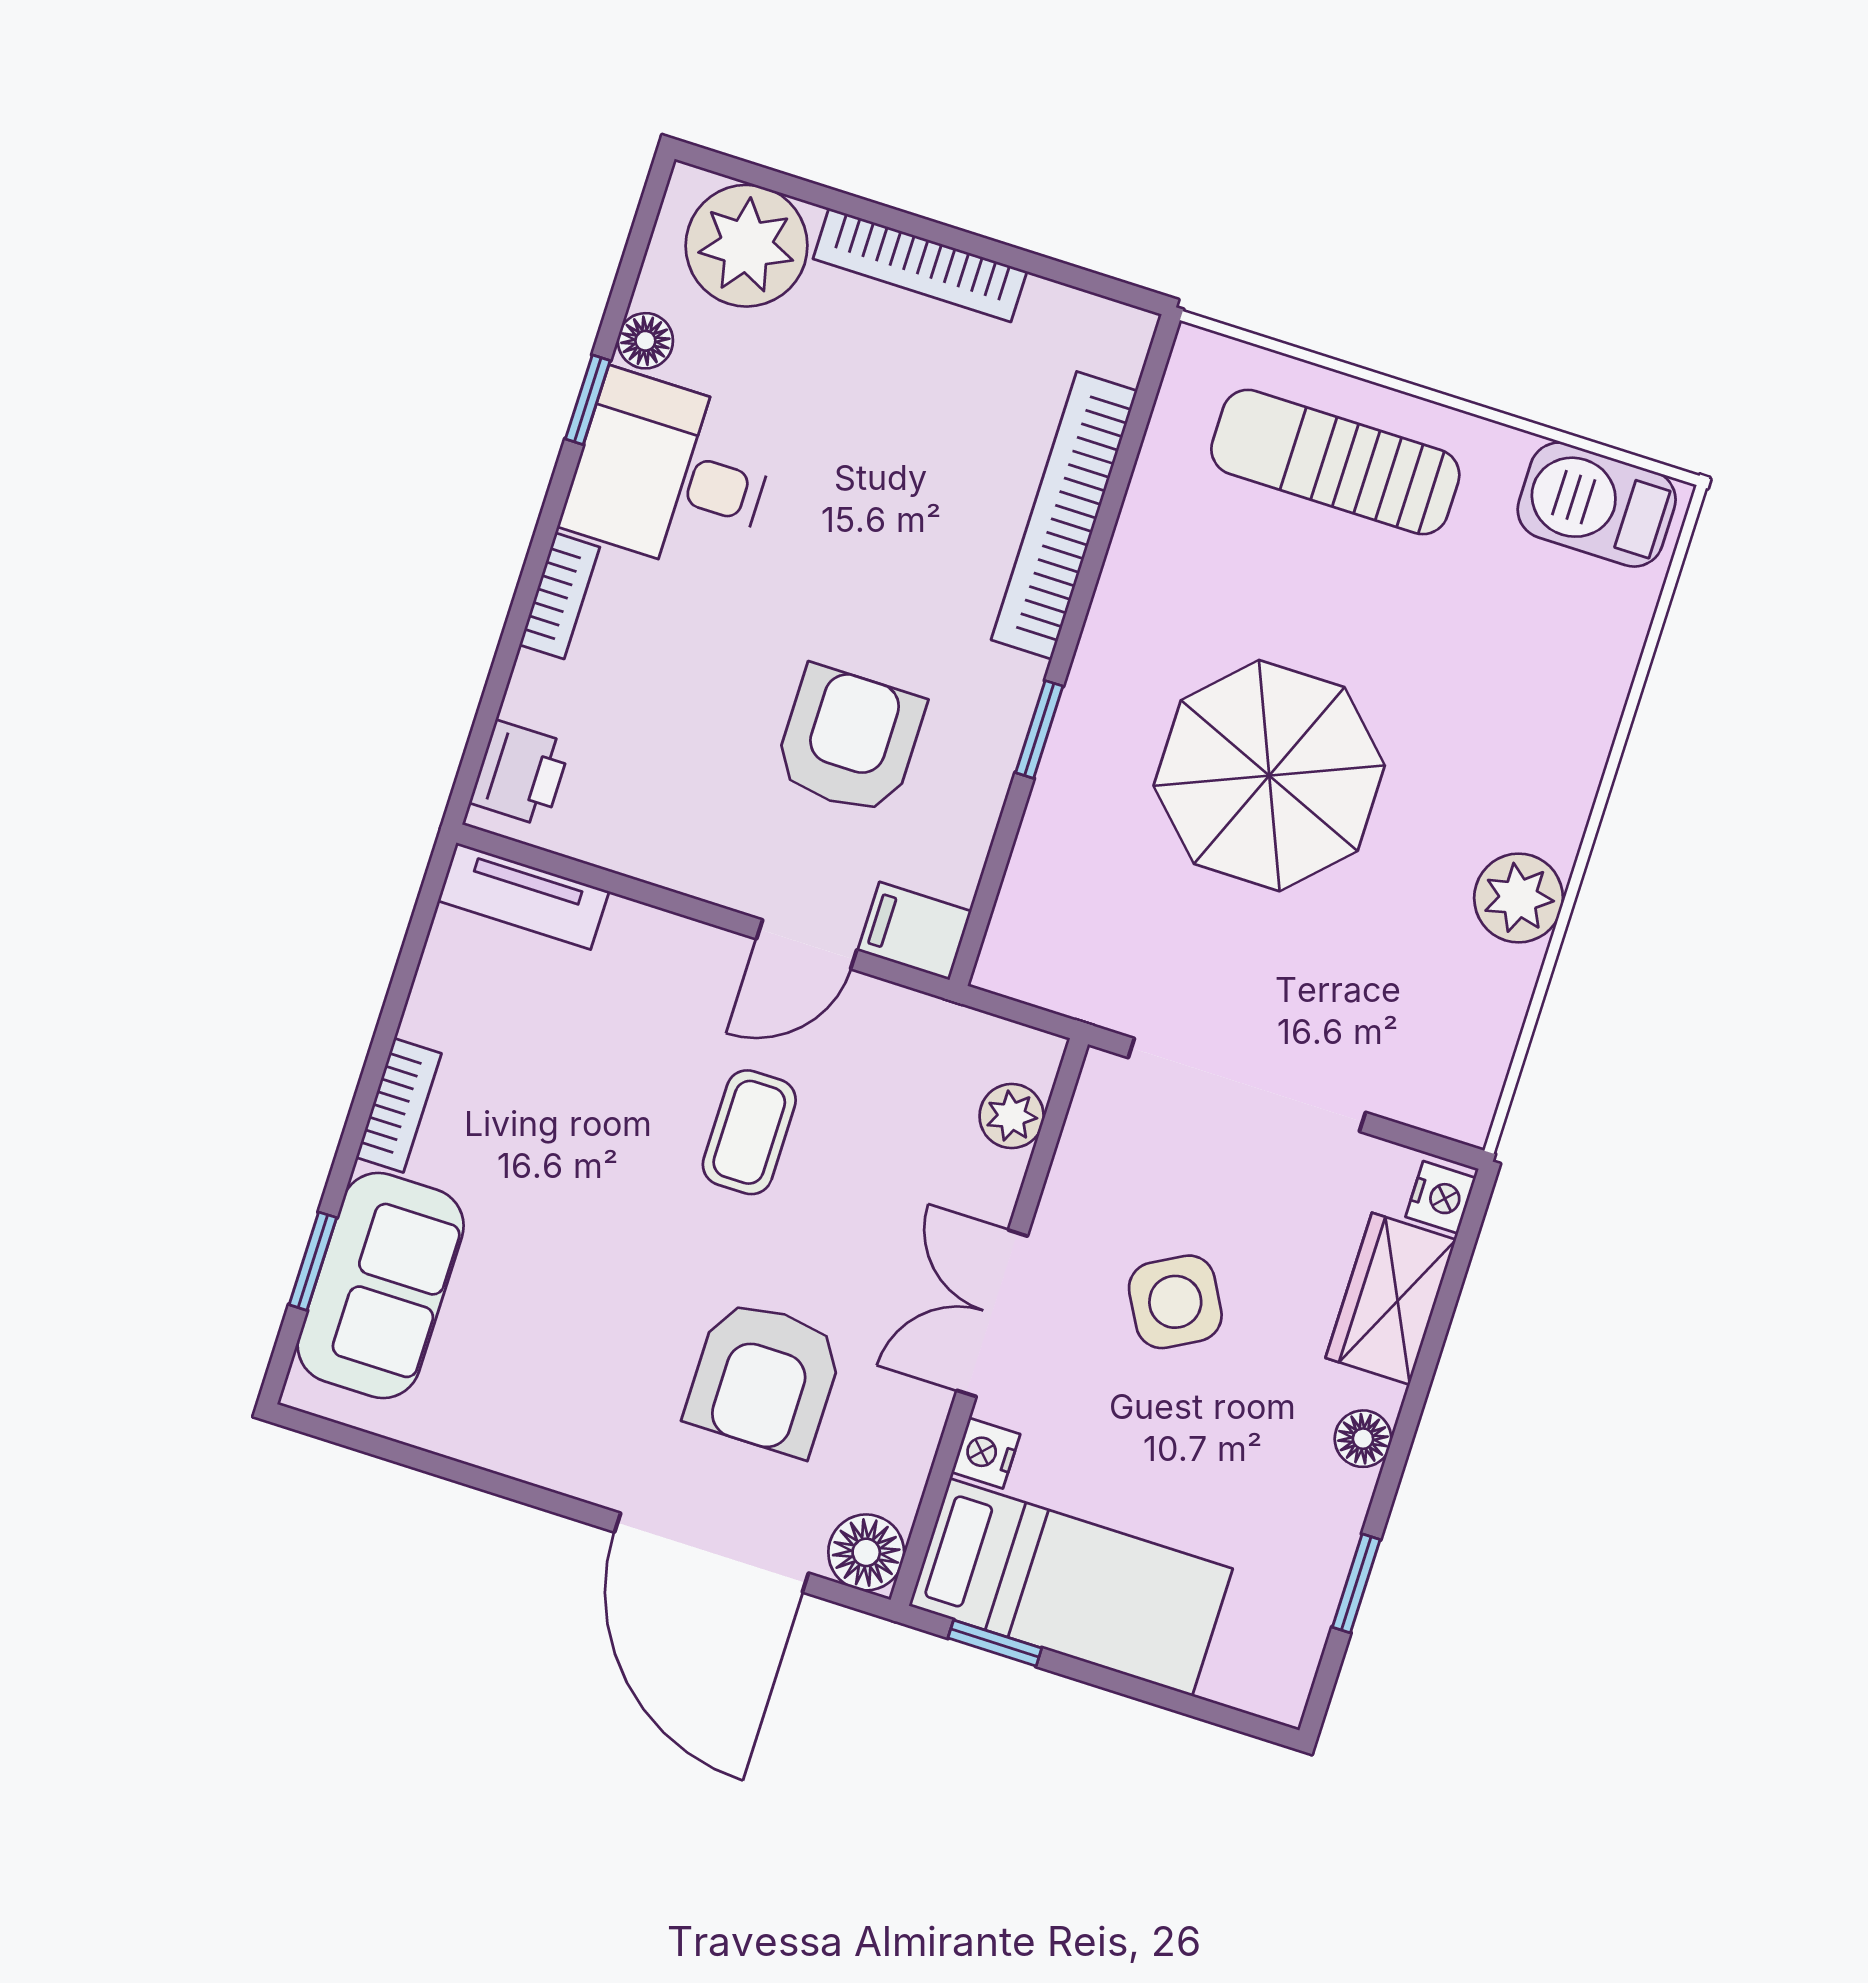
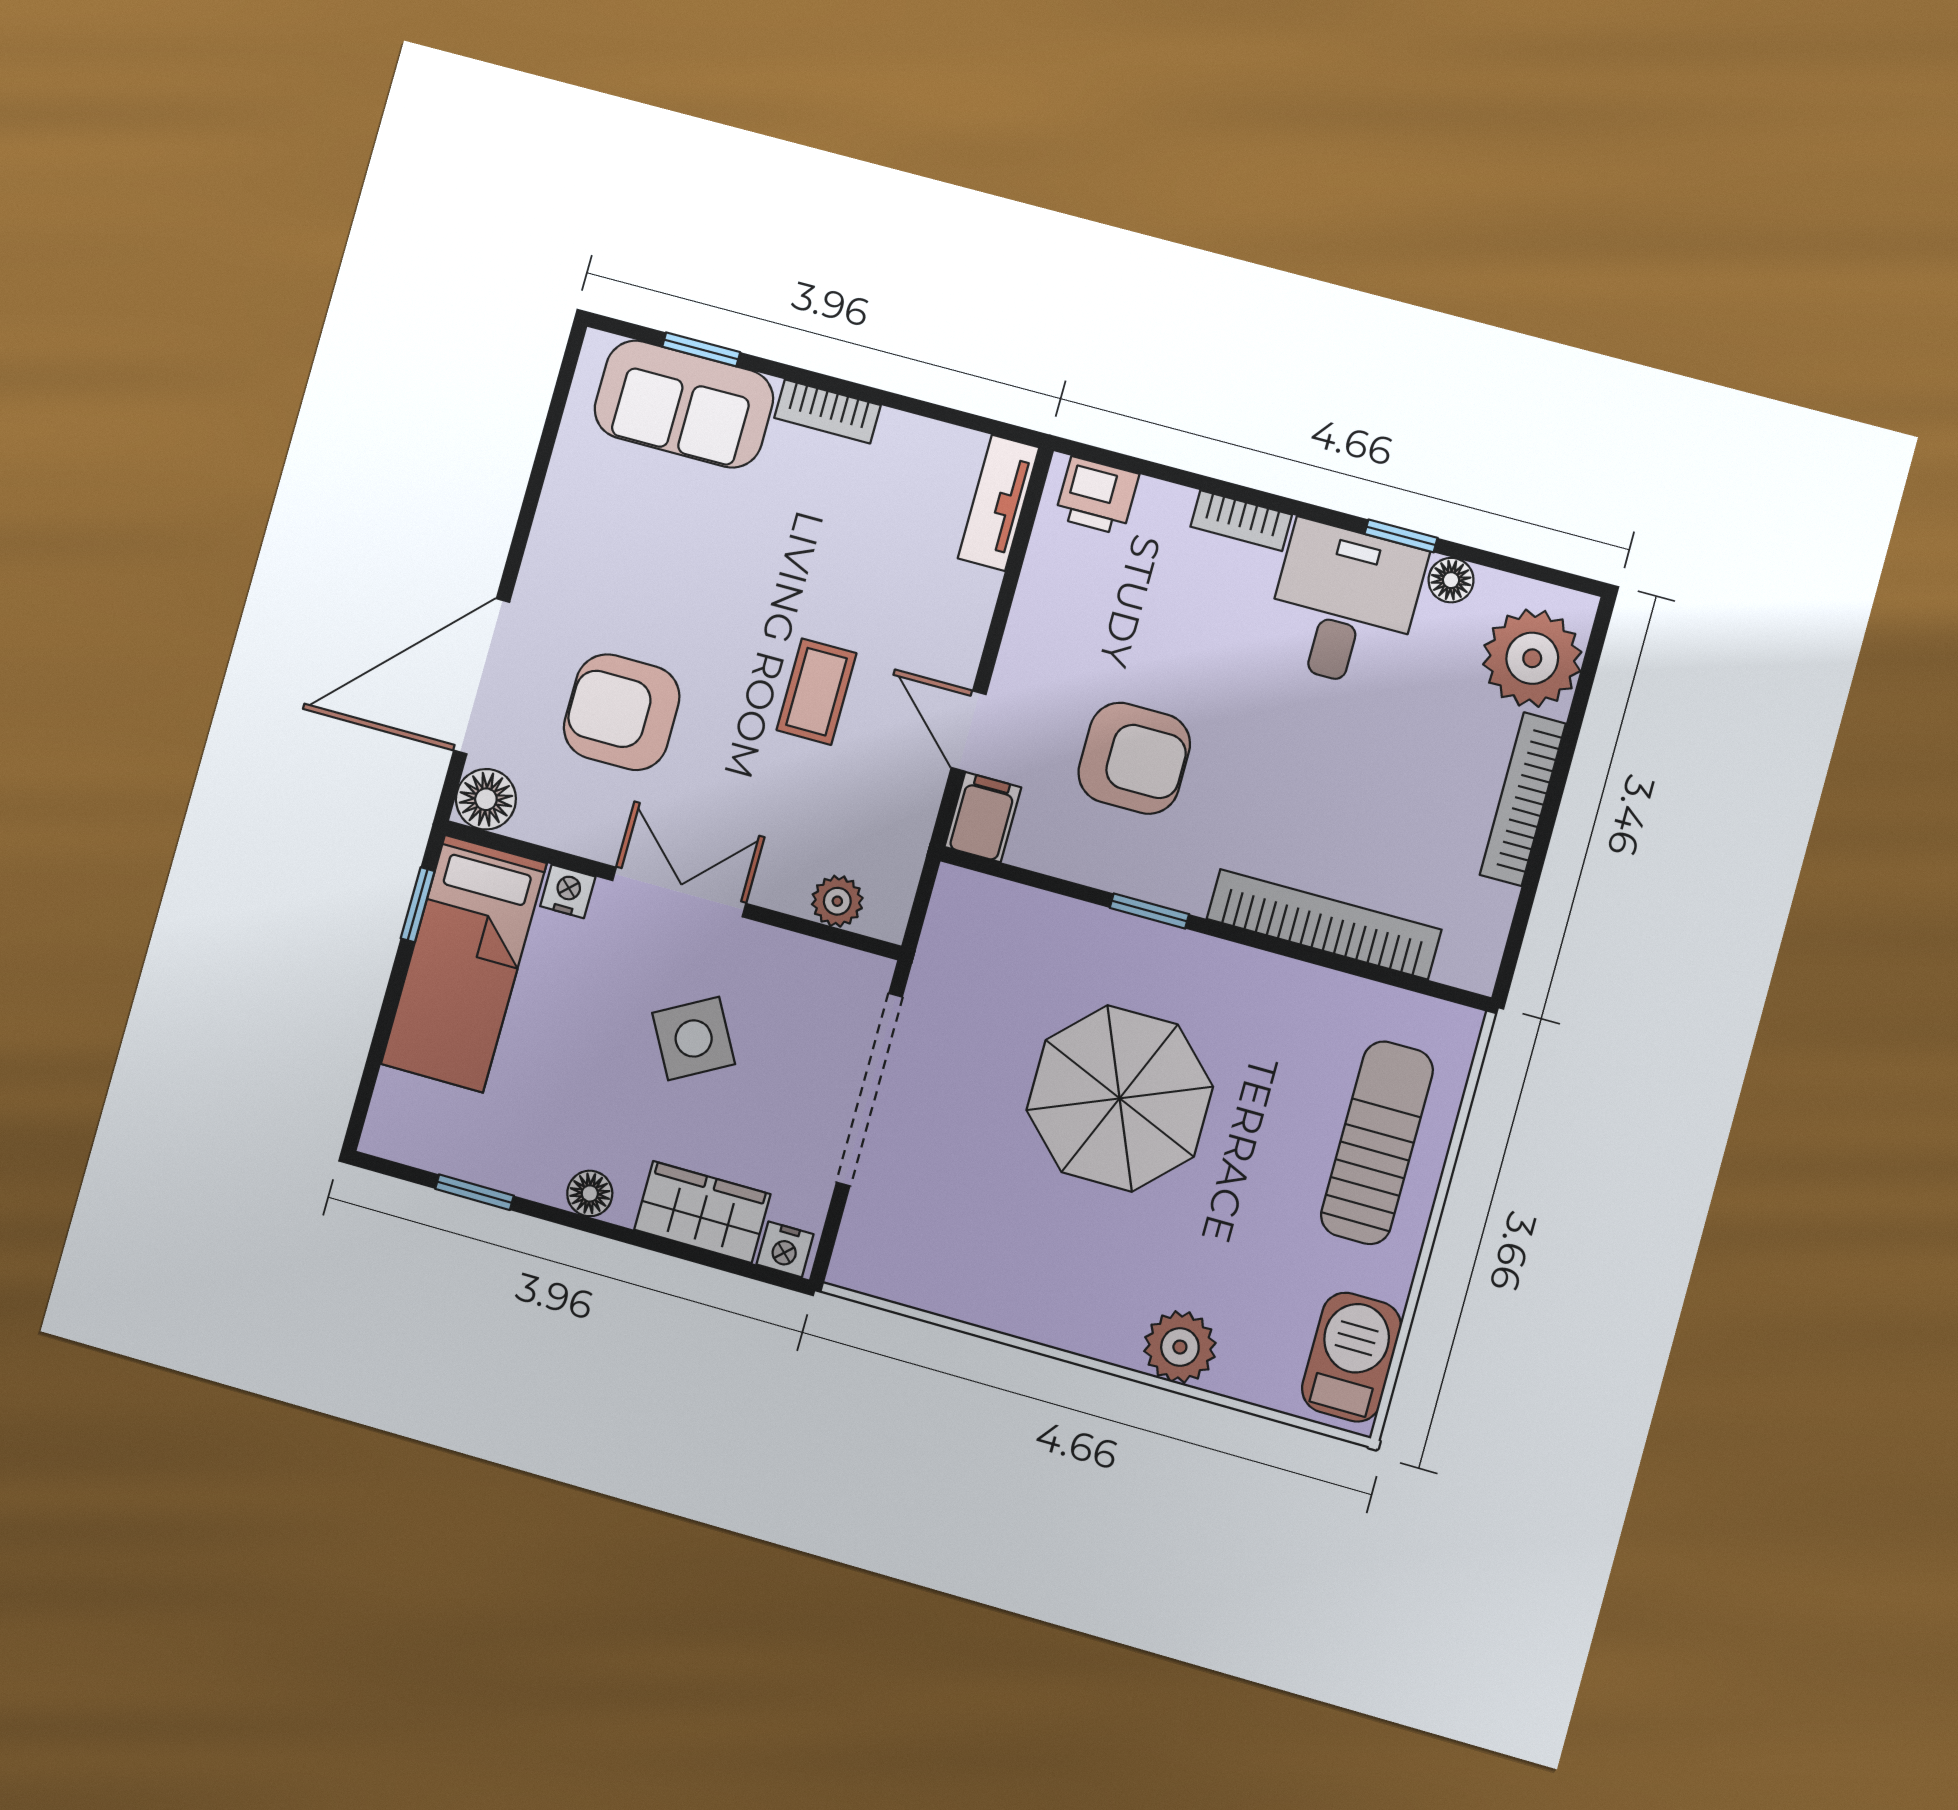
plant: (1519, 898) -> (1180, 1347), moved
coffee table: (749, 1132) -> (816, 692), turned 90

